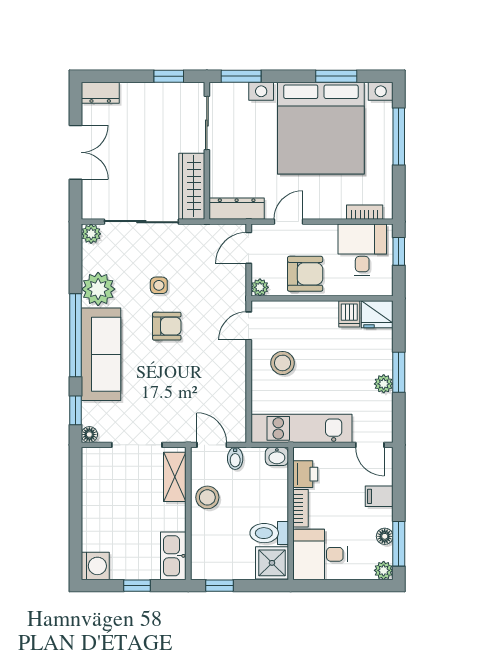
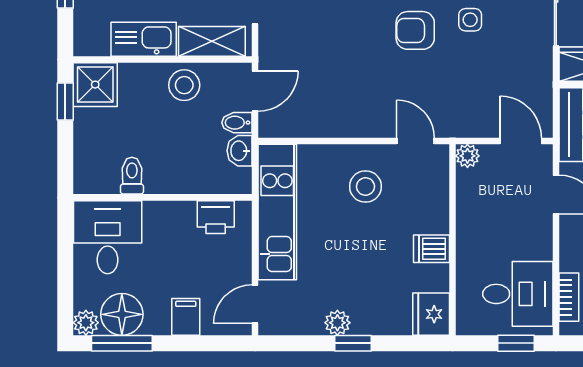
armchair: (305, 274) -> (486, 217), removed
dishwasher: (349, 314) -> (432, 249), moved
armchair: (167, 326) -> (415, 30), turned 90
window: (399, 372) -> (353, 343), width x0.67
washbasin: (277, 456) -> (239, 151), moved
bookcase: (300, 508) -> (169, 211), removed
toilet: (269, 533) -> (132, 176), width x0.73, depth x0.72
floor lamp: (385, 536) -> (122, 314), width x1.89, depth x1.89
kitchen sink: (173, 556) -> (144, 39), moved
shower: (272, 563) -> (95, 85), moved

